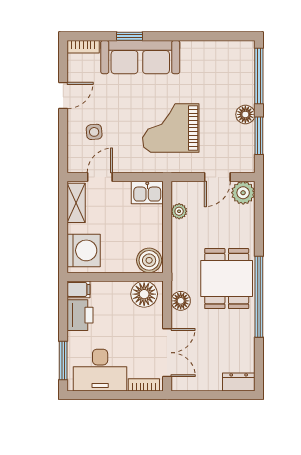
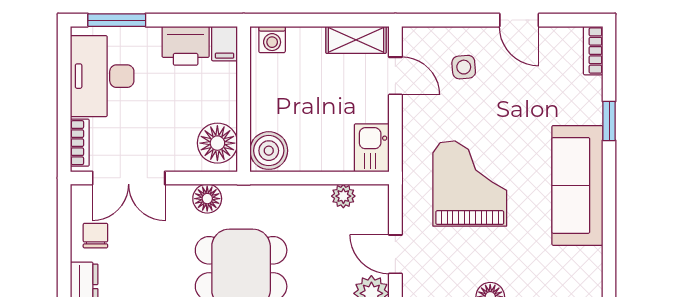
sofa: (140, 57) -> (577, 185), moved
washing machine: (84, 250) -> (272, 39), width x0.53, depth x0.53
chair: (205, 374) -> (95, 236), added

